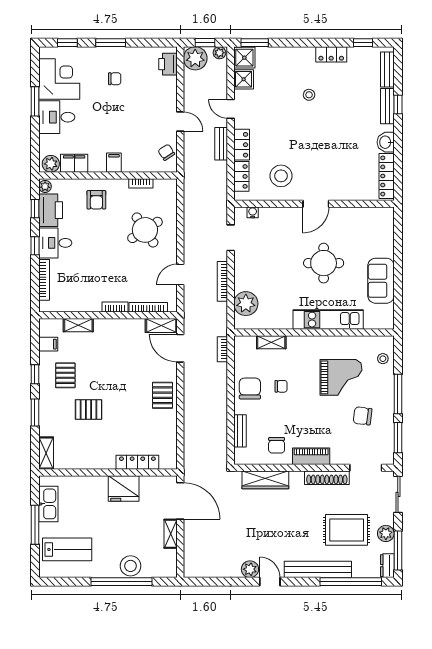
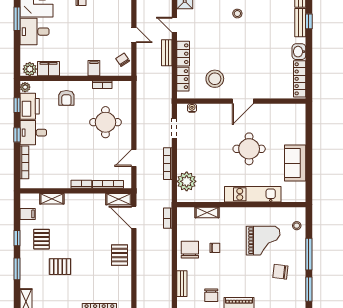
filing cabinet: (114, 163) -> (94, 68), moved
round table: (145, 230) -> (105, 122), turned 33

